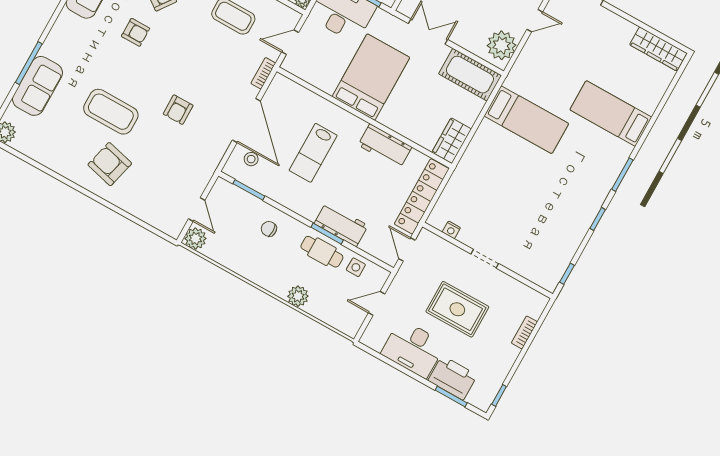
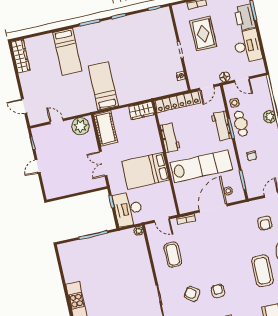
armchair: (178, 110) -> (265, 223), moved, turned 90
lab bench: (313, 153) -> (201, 166), width x1.86, depth x1.39
floor lamp: (399, 285) -> (225, 77), added
rug: (457, 309) -> (203, 34), moved

